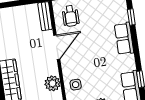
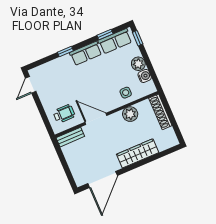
window: (131, 17) -> (65, 51), moved
row of seats: (124, 39) -> (86, 53), moved

